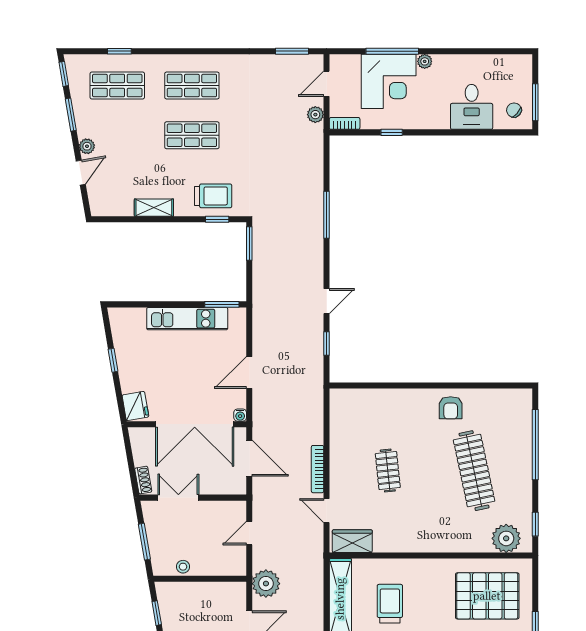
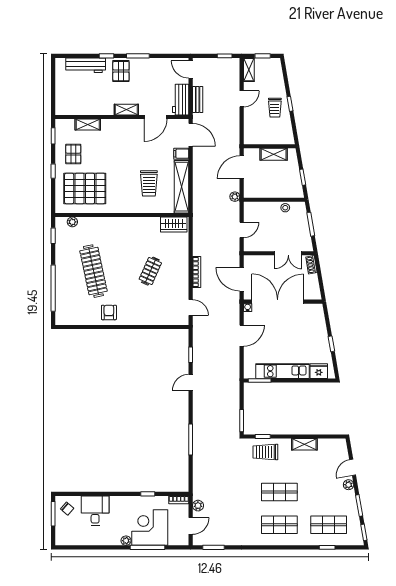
fridge: (135, 406) -> (319, 371), moved, turned 100
clothes rail: (388, 471) -> (150, 271), turned 30
door: (327, 511) -> (191, 308), moved
plant: (506, 538) -> (72, 222), width x0.53, depth x0.53
plant: (266, 584) -> (235, 197), width x0.53, depth x0.53

